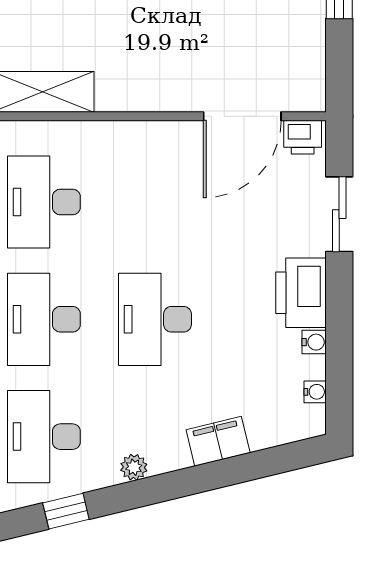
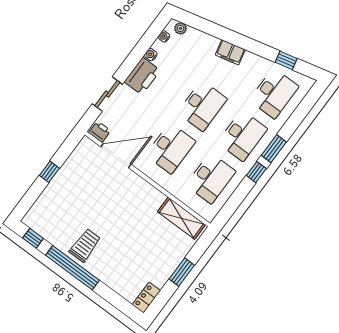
desk: (155, 202) -> (171, 148), added
filing cabinet: (218, 441) -> (230, 52), moved
plant: (134, 467) -> (180, 28), moved

